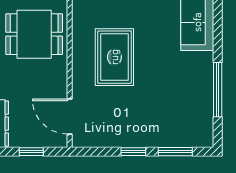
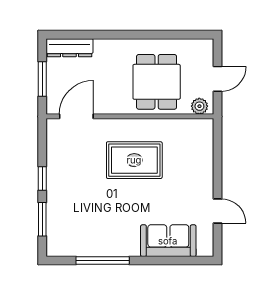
window: (31, 152) -> (42, 79), width x1.50

